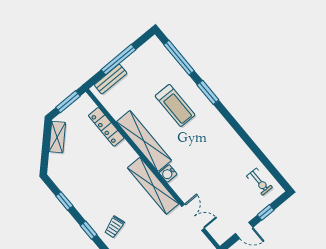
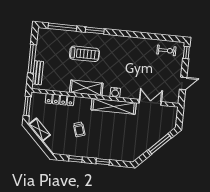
shelving: (144, 141) -> (86, 88), width x0.68
window: (266, 212) -> (186, 53), moved
trolley: (114, 227) -> (79, 129), moved

